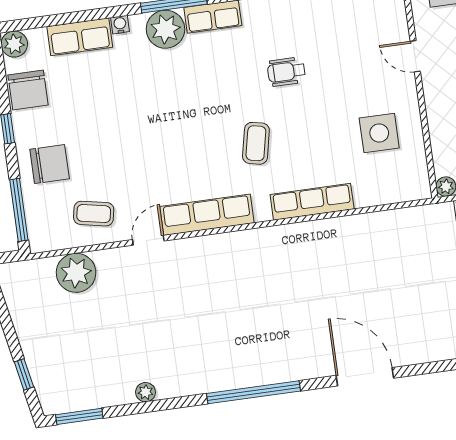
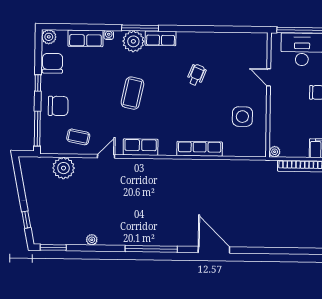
wheelchair: (286, 72) -> (196, 75), turned 112
chair: (28, 90) -> (52, 63), turned 180
coffee table: (256, 143) -> (132, 93), moved, width x1.36, depth x1.30
row of seats: (207, 215) -> (141, 147), width x0.68

